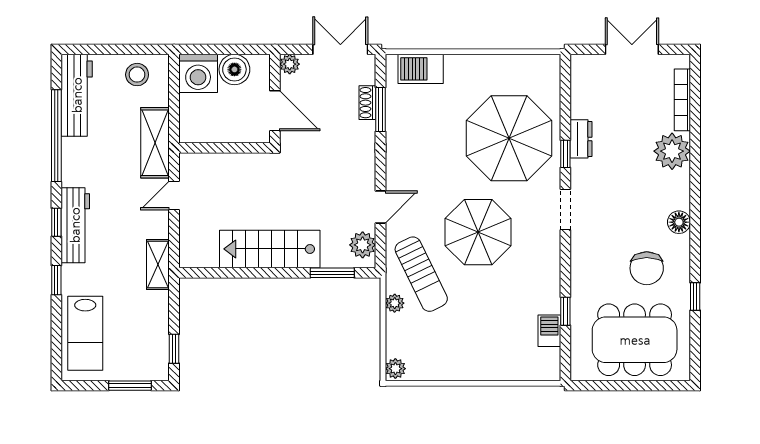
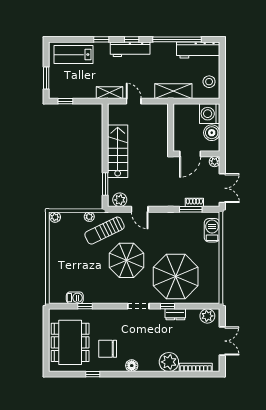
plant: (584, 78) -> (207, 316), added
door: (174, 195) -> (134, 101), moved

